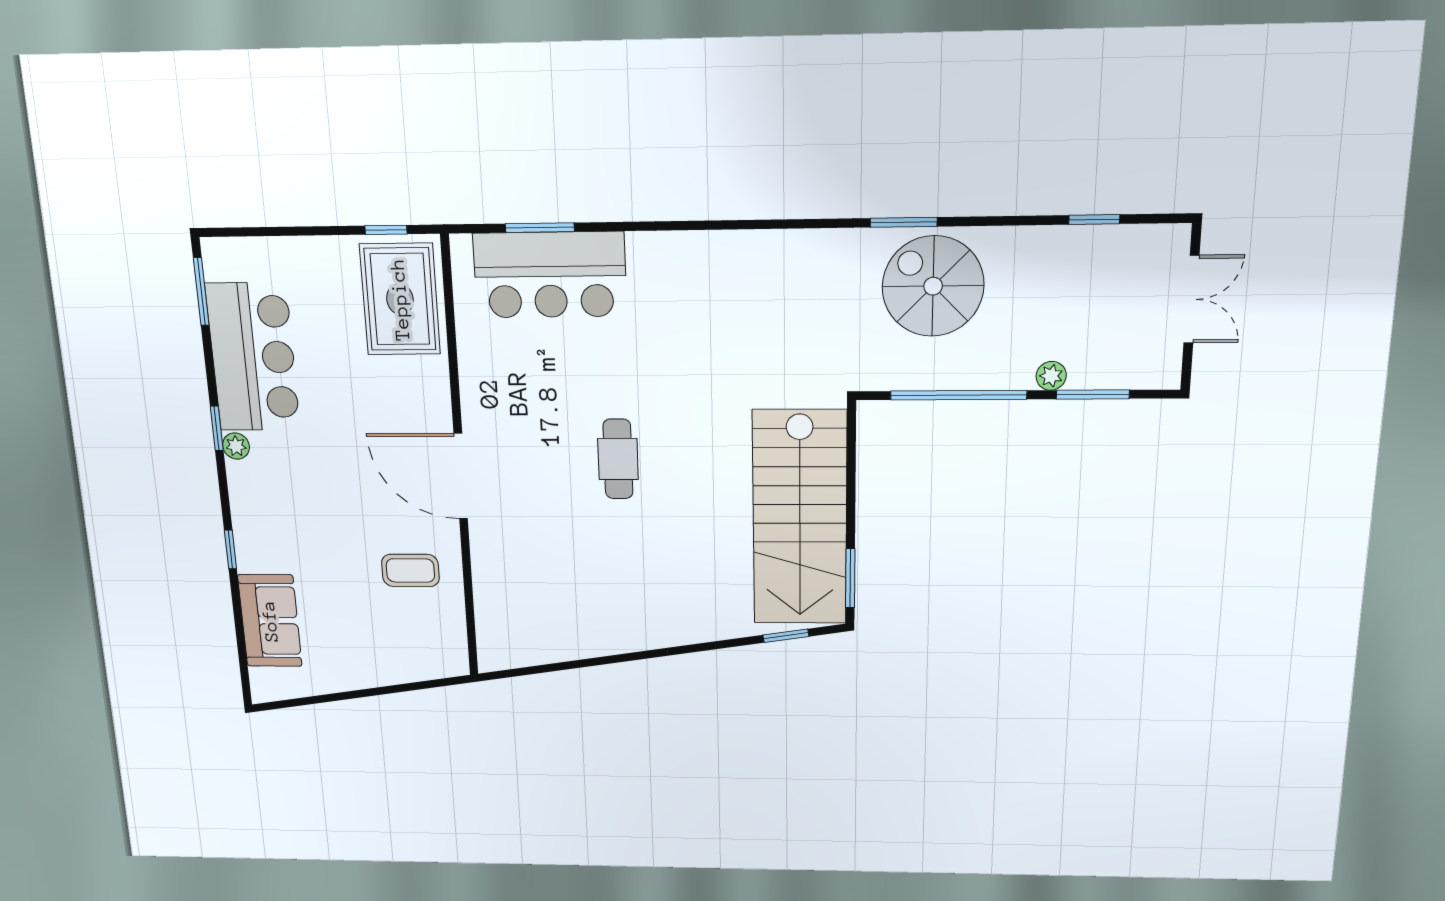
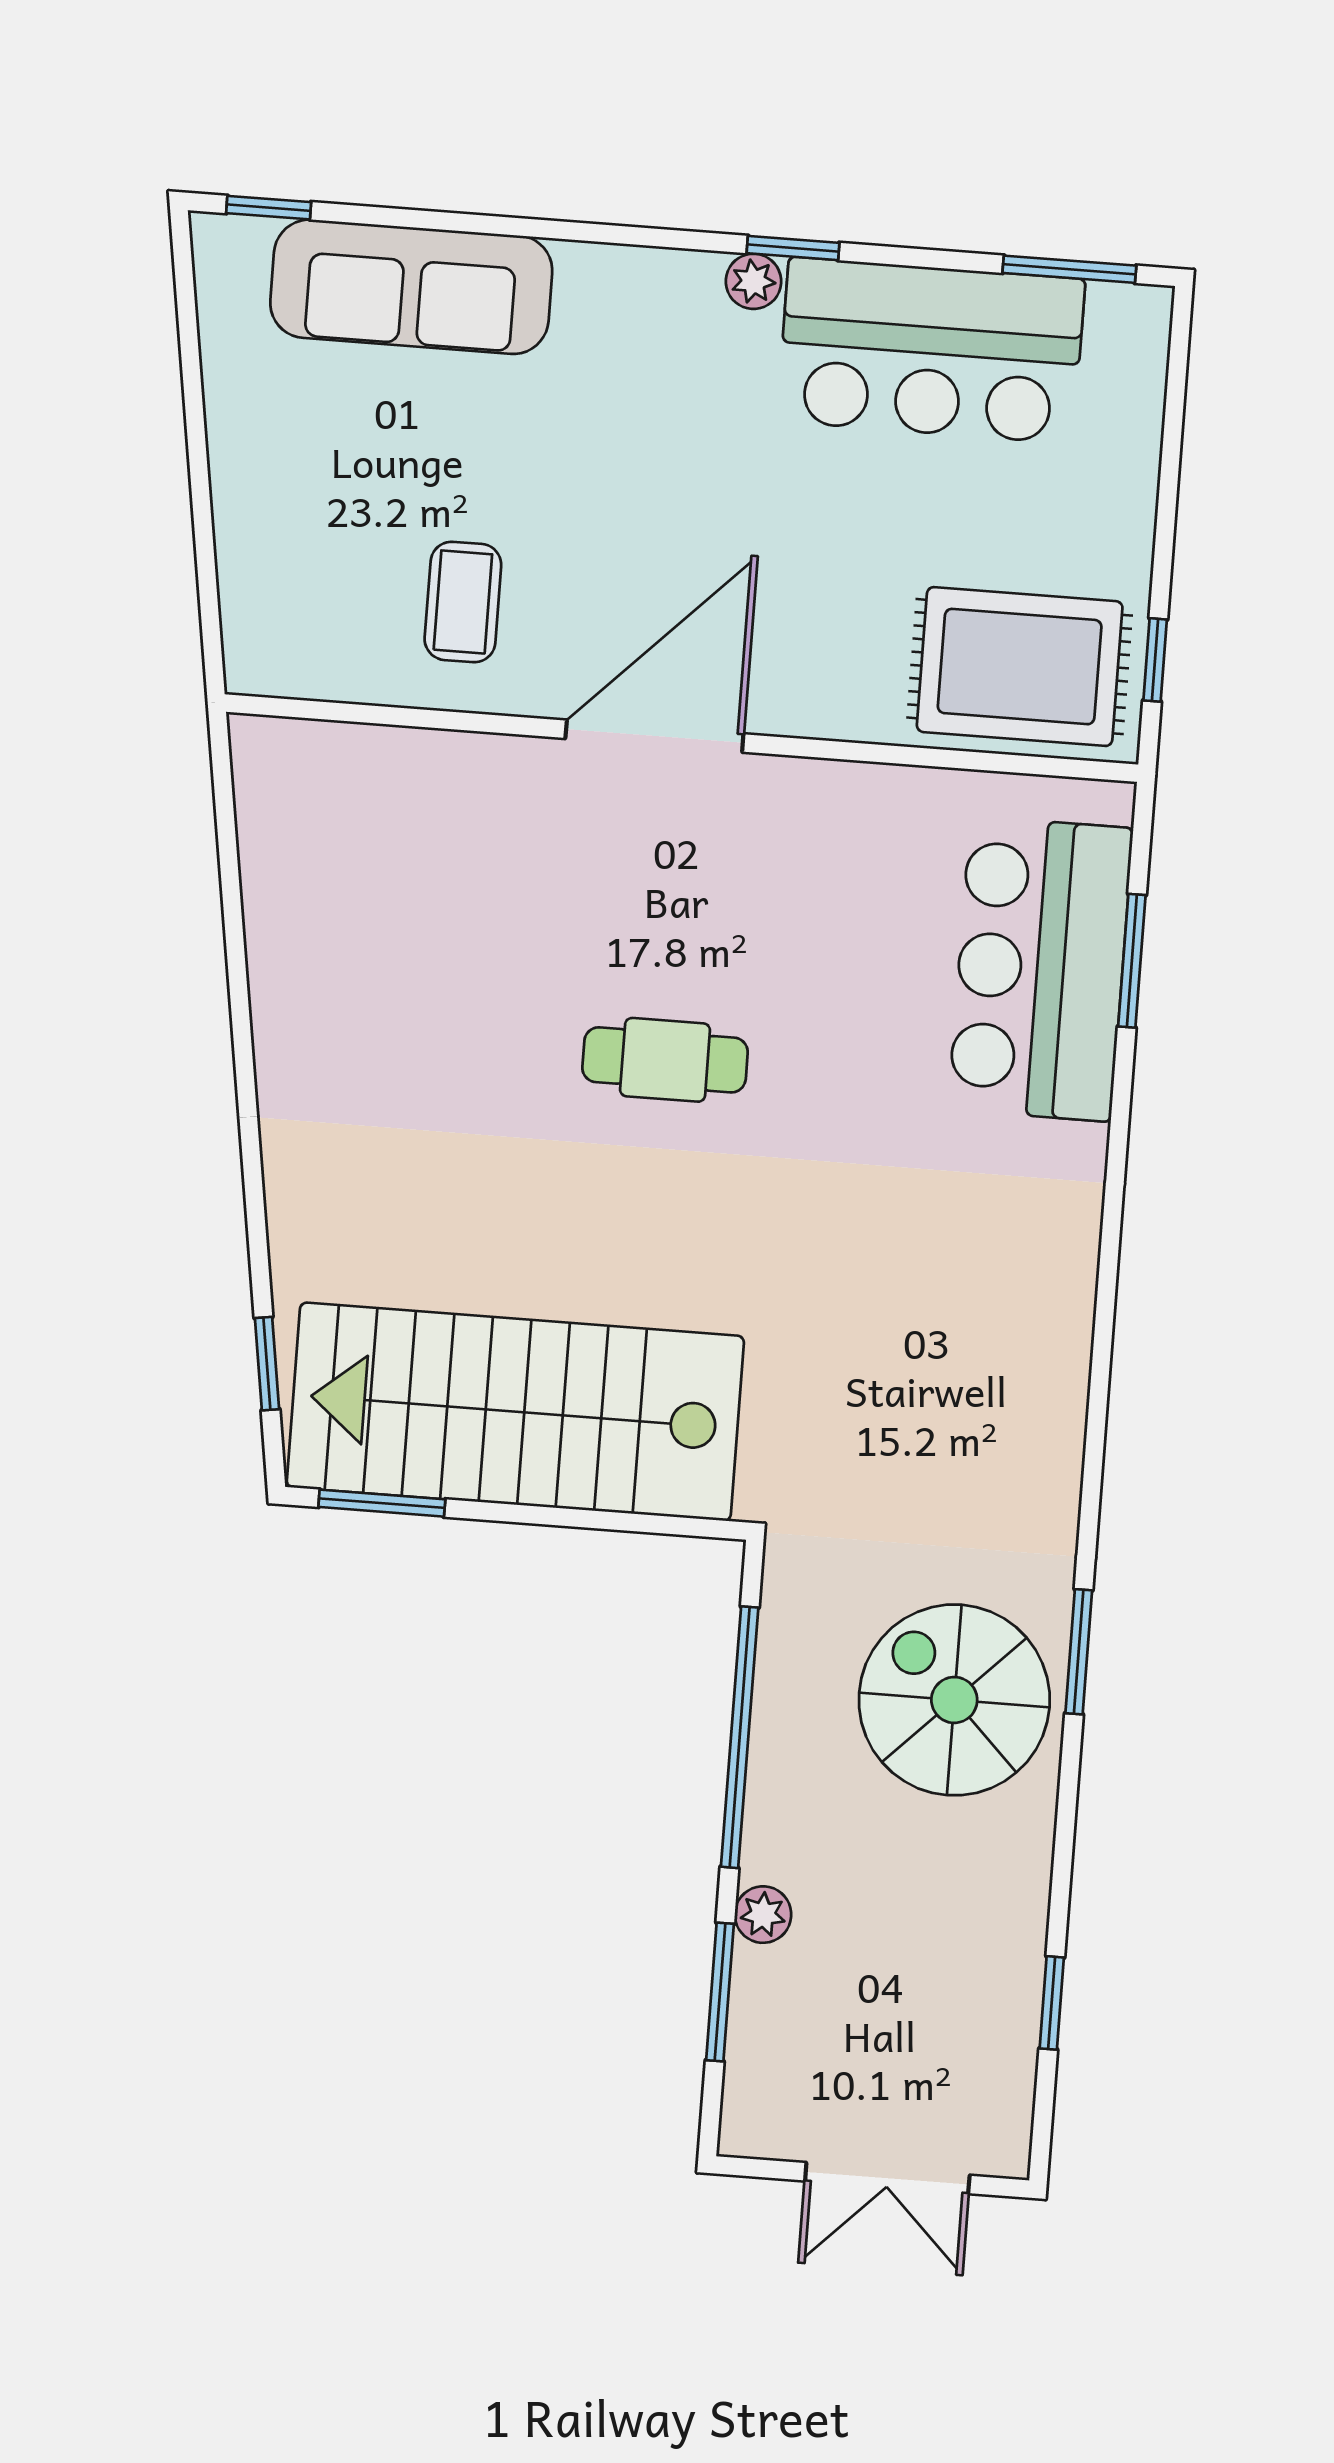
spiral stairs: (933, 286) -> (954, 1700), turned -90
window: (230, 550) -> (269, 208), moved
sofa: (270, 621) -> (411, 287), width x1.36

